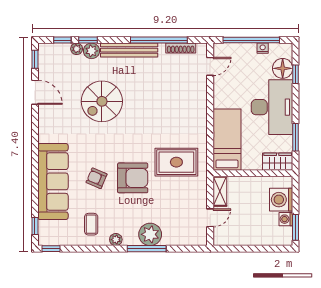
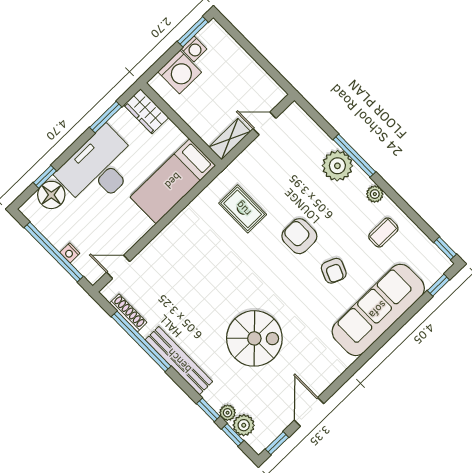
nightstand: (263, 48) -> (70, 253), moved
plant: (92, 51) -> (244, 425), moved
rug: (176, 162) -> (243, 209), width x0.73, depth x0.70
armchair: (133, 178) -> (299, 236), width x0.73, depth x0.73

